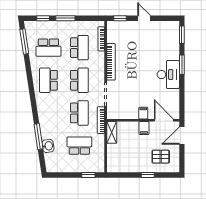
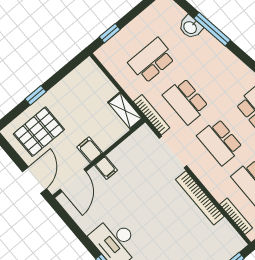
door: (164, 120) -> (73, 180), hinge flipped
school desk: (79, 146) -> (152, 60), turned 180
pallet: (161, 157) -> (39, 132), width x1.50, depth x1.42

